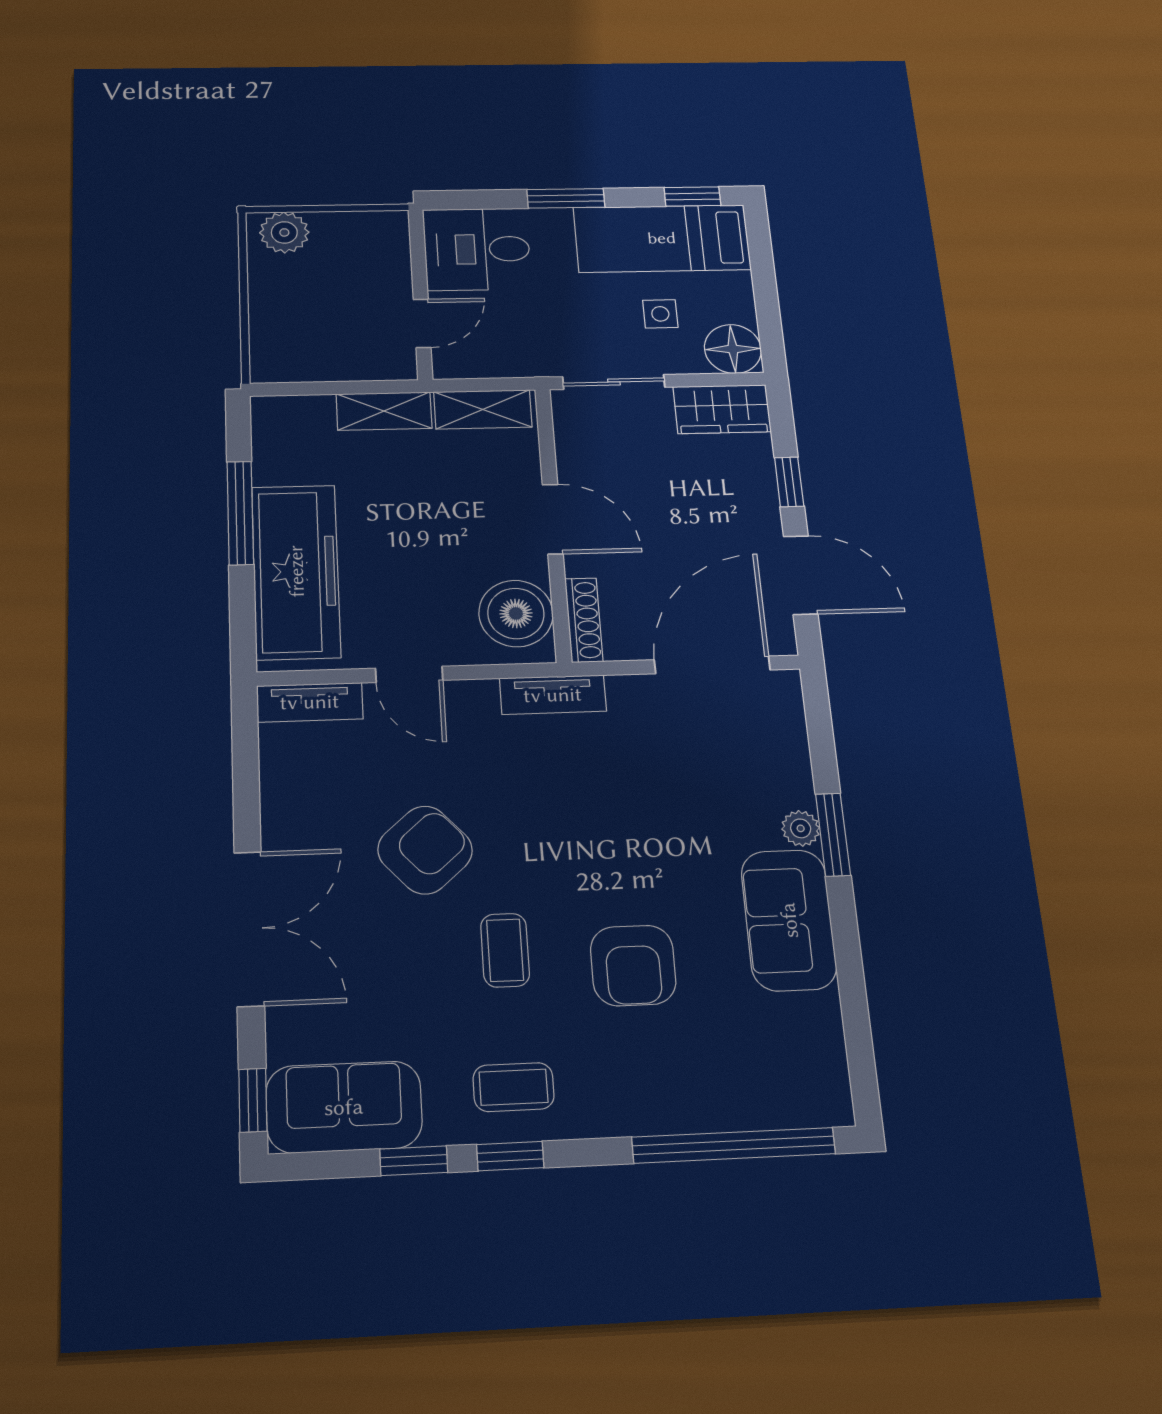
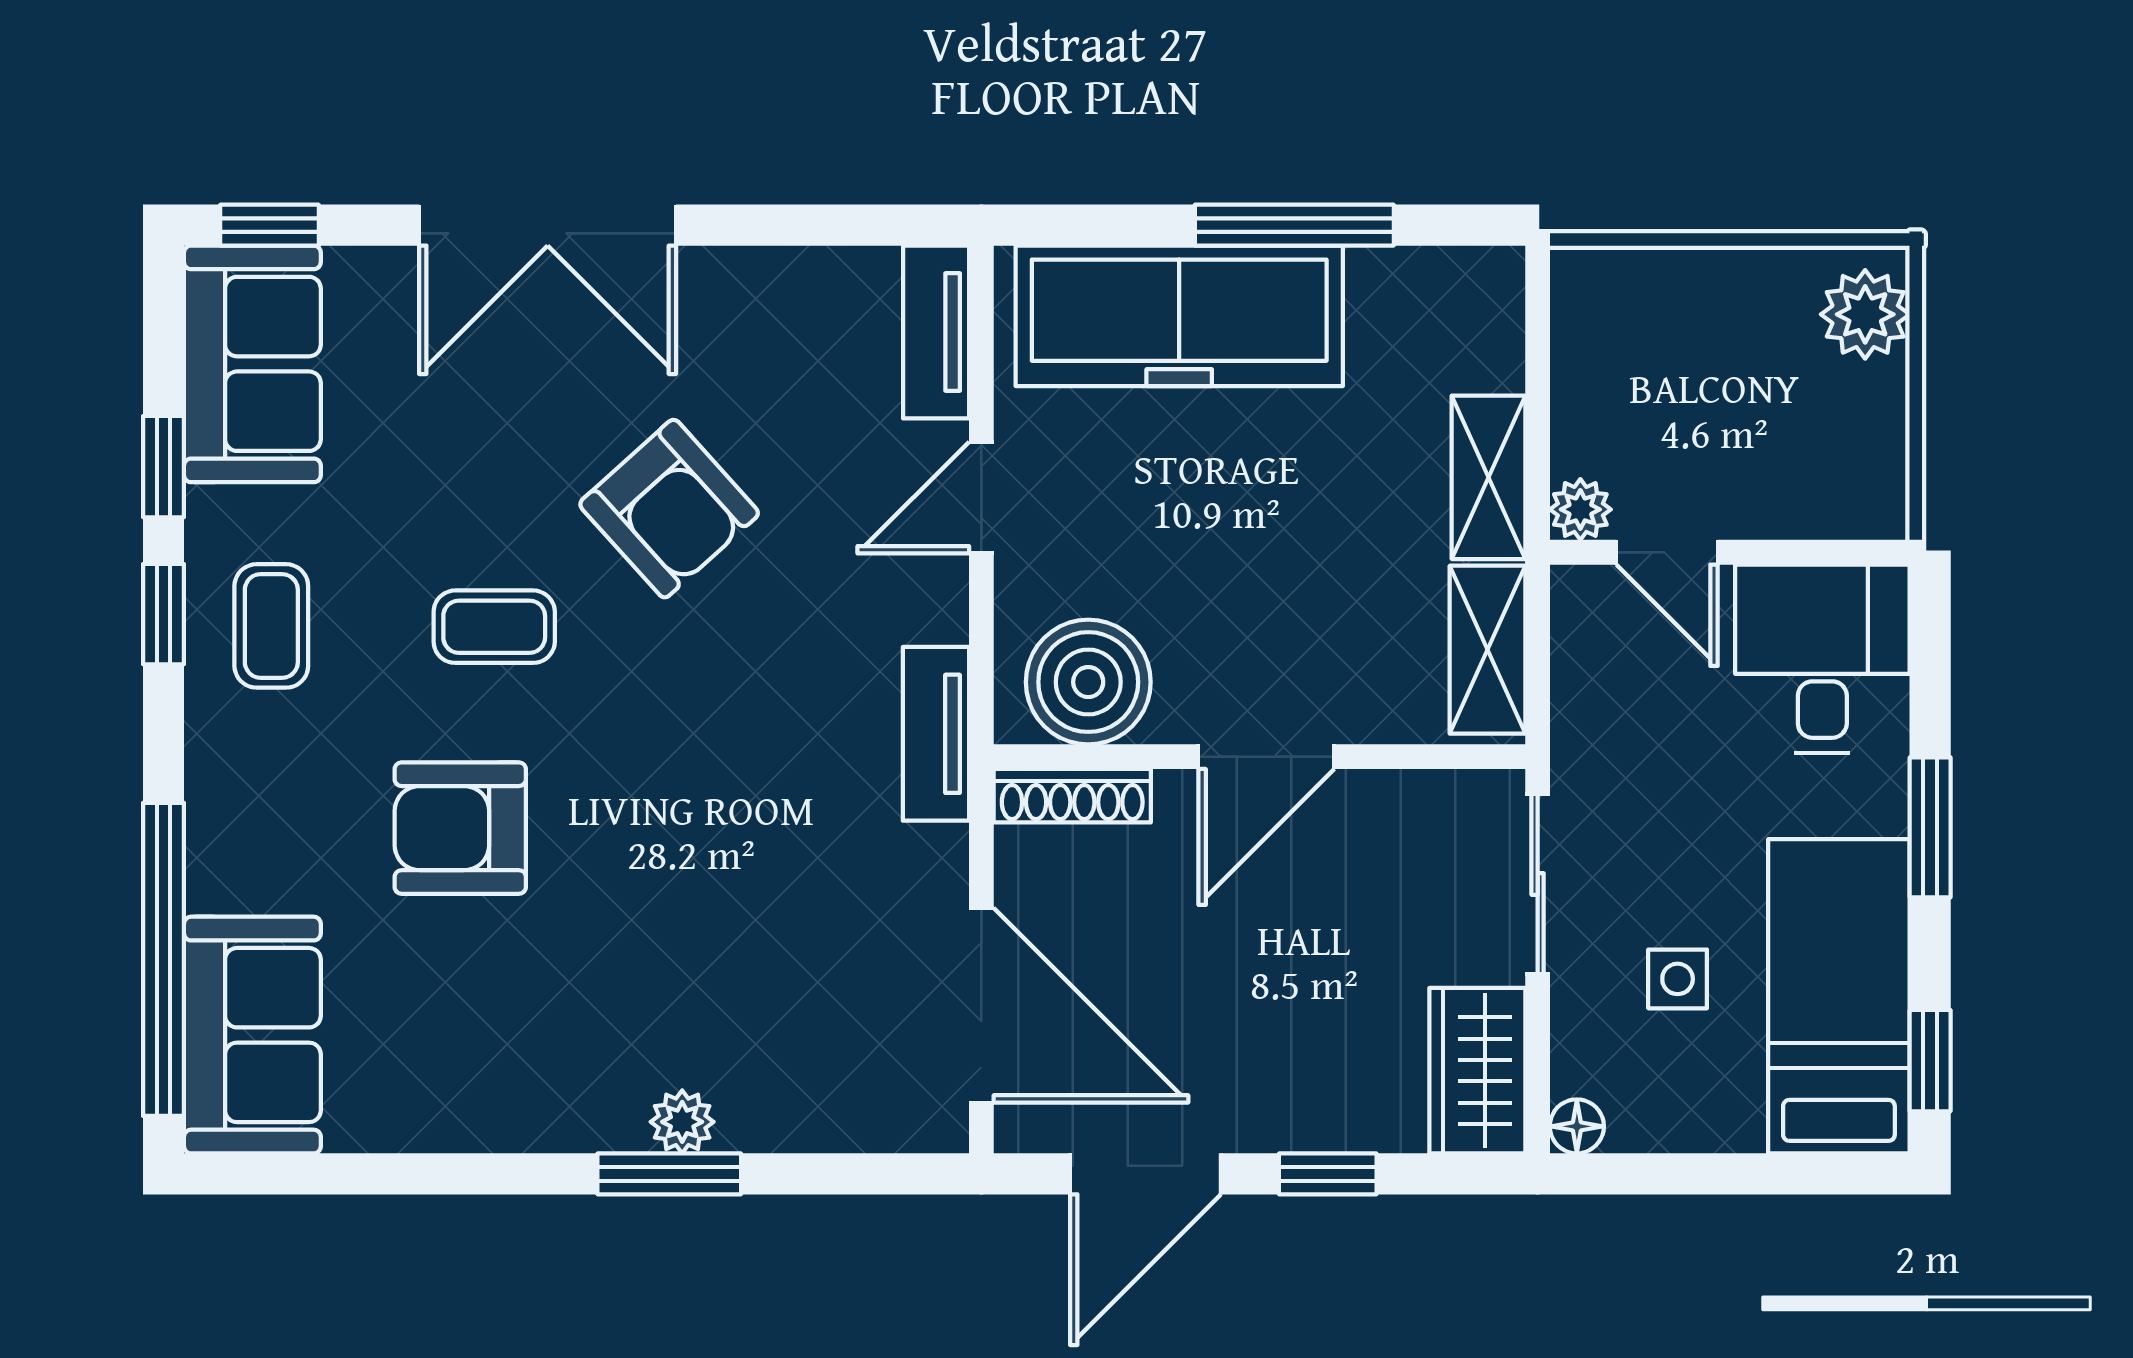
floor lamp: (733, 349) -> (1577, 1126), width x0.53, depth x0.53
plant: (400, 366) -> (1580, 509), added
sofa: (789, 920) -> (252, 1035), moved, turned 90

